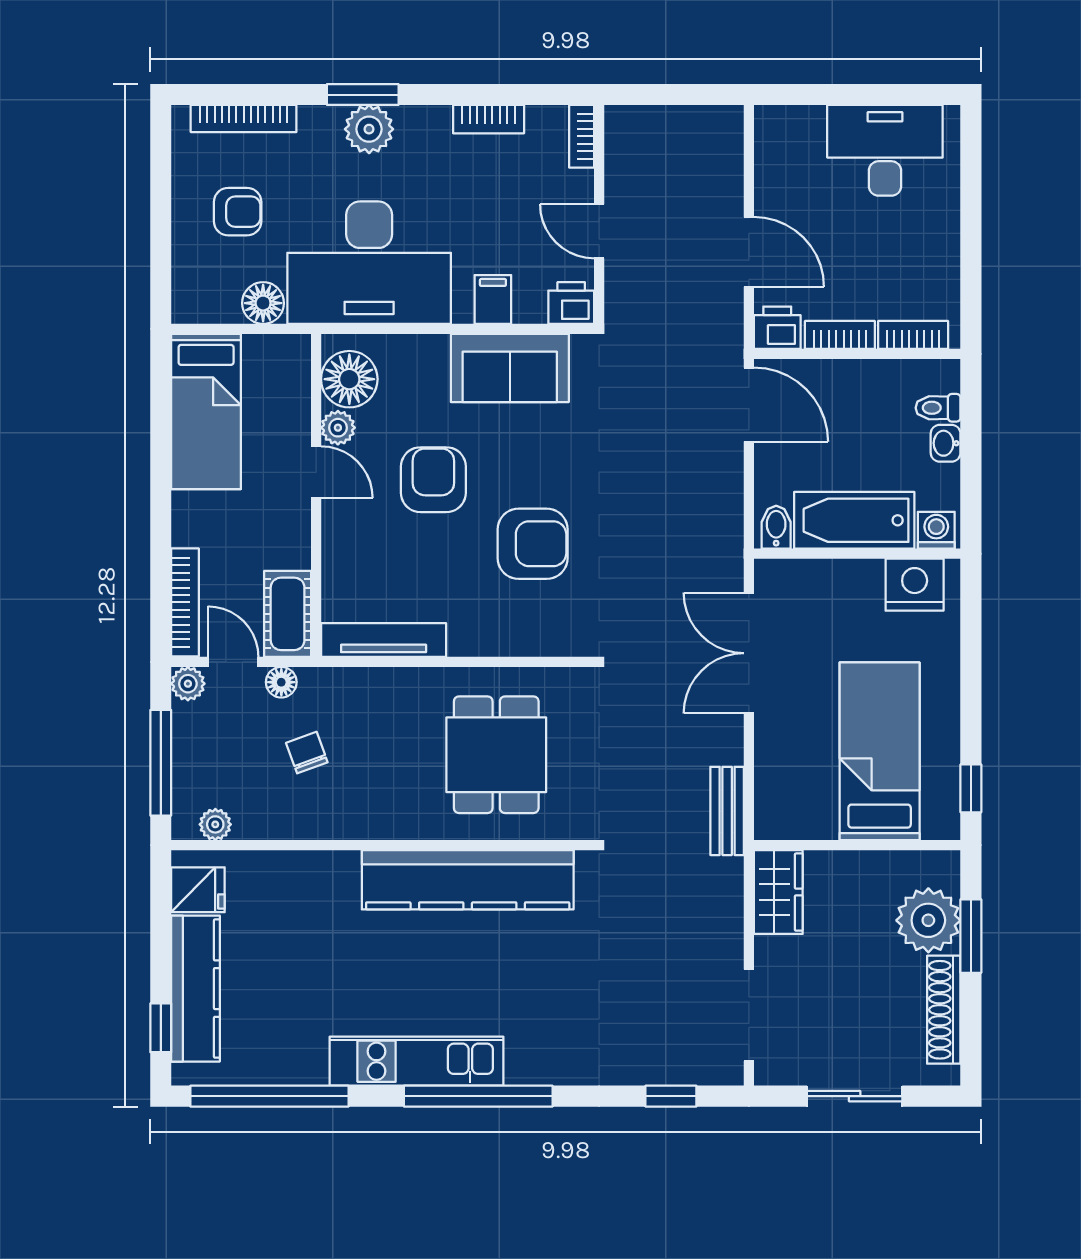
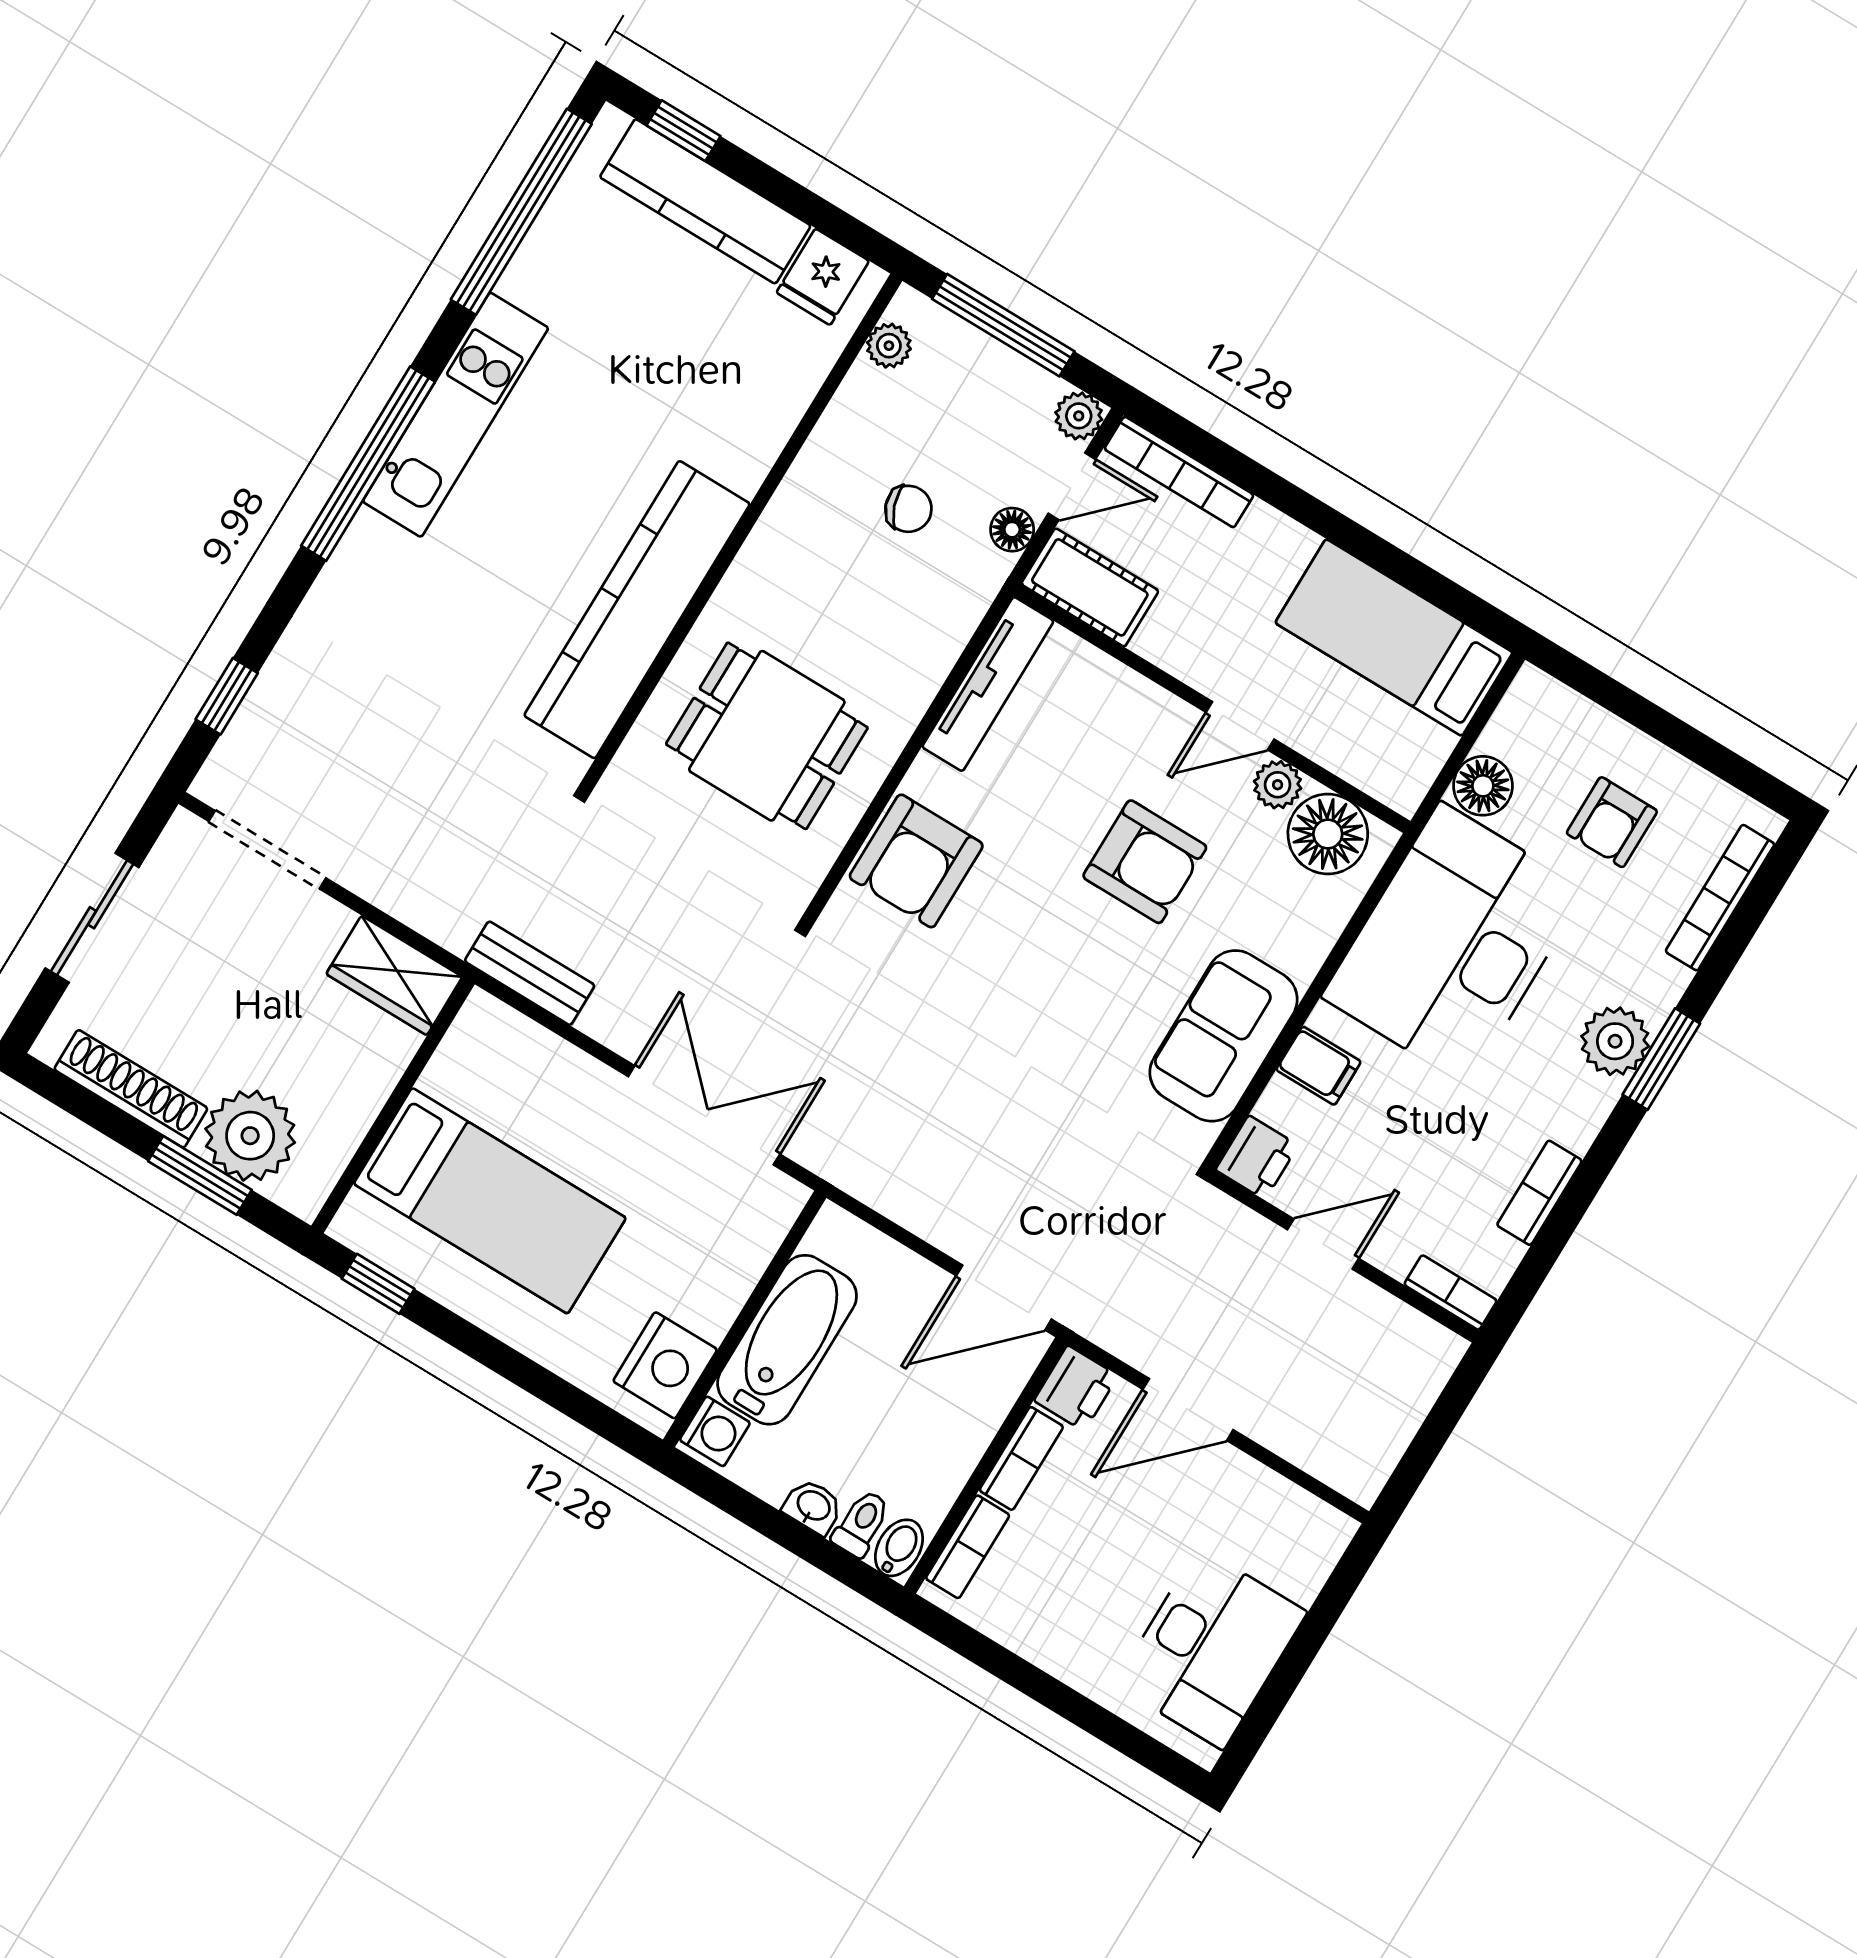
bidet: (776, 527) -> (899, 1548), moved, turned -90
armchair: (533, 544) -> (916, 861), moved

